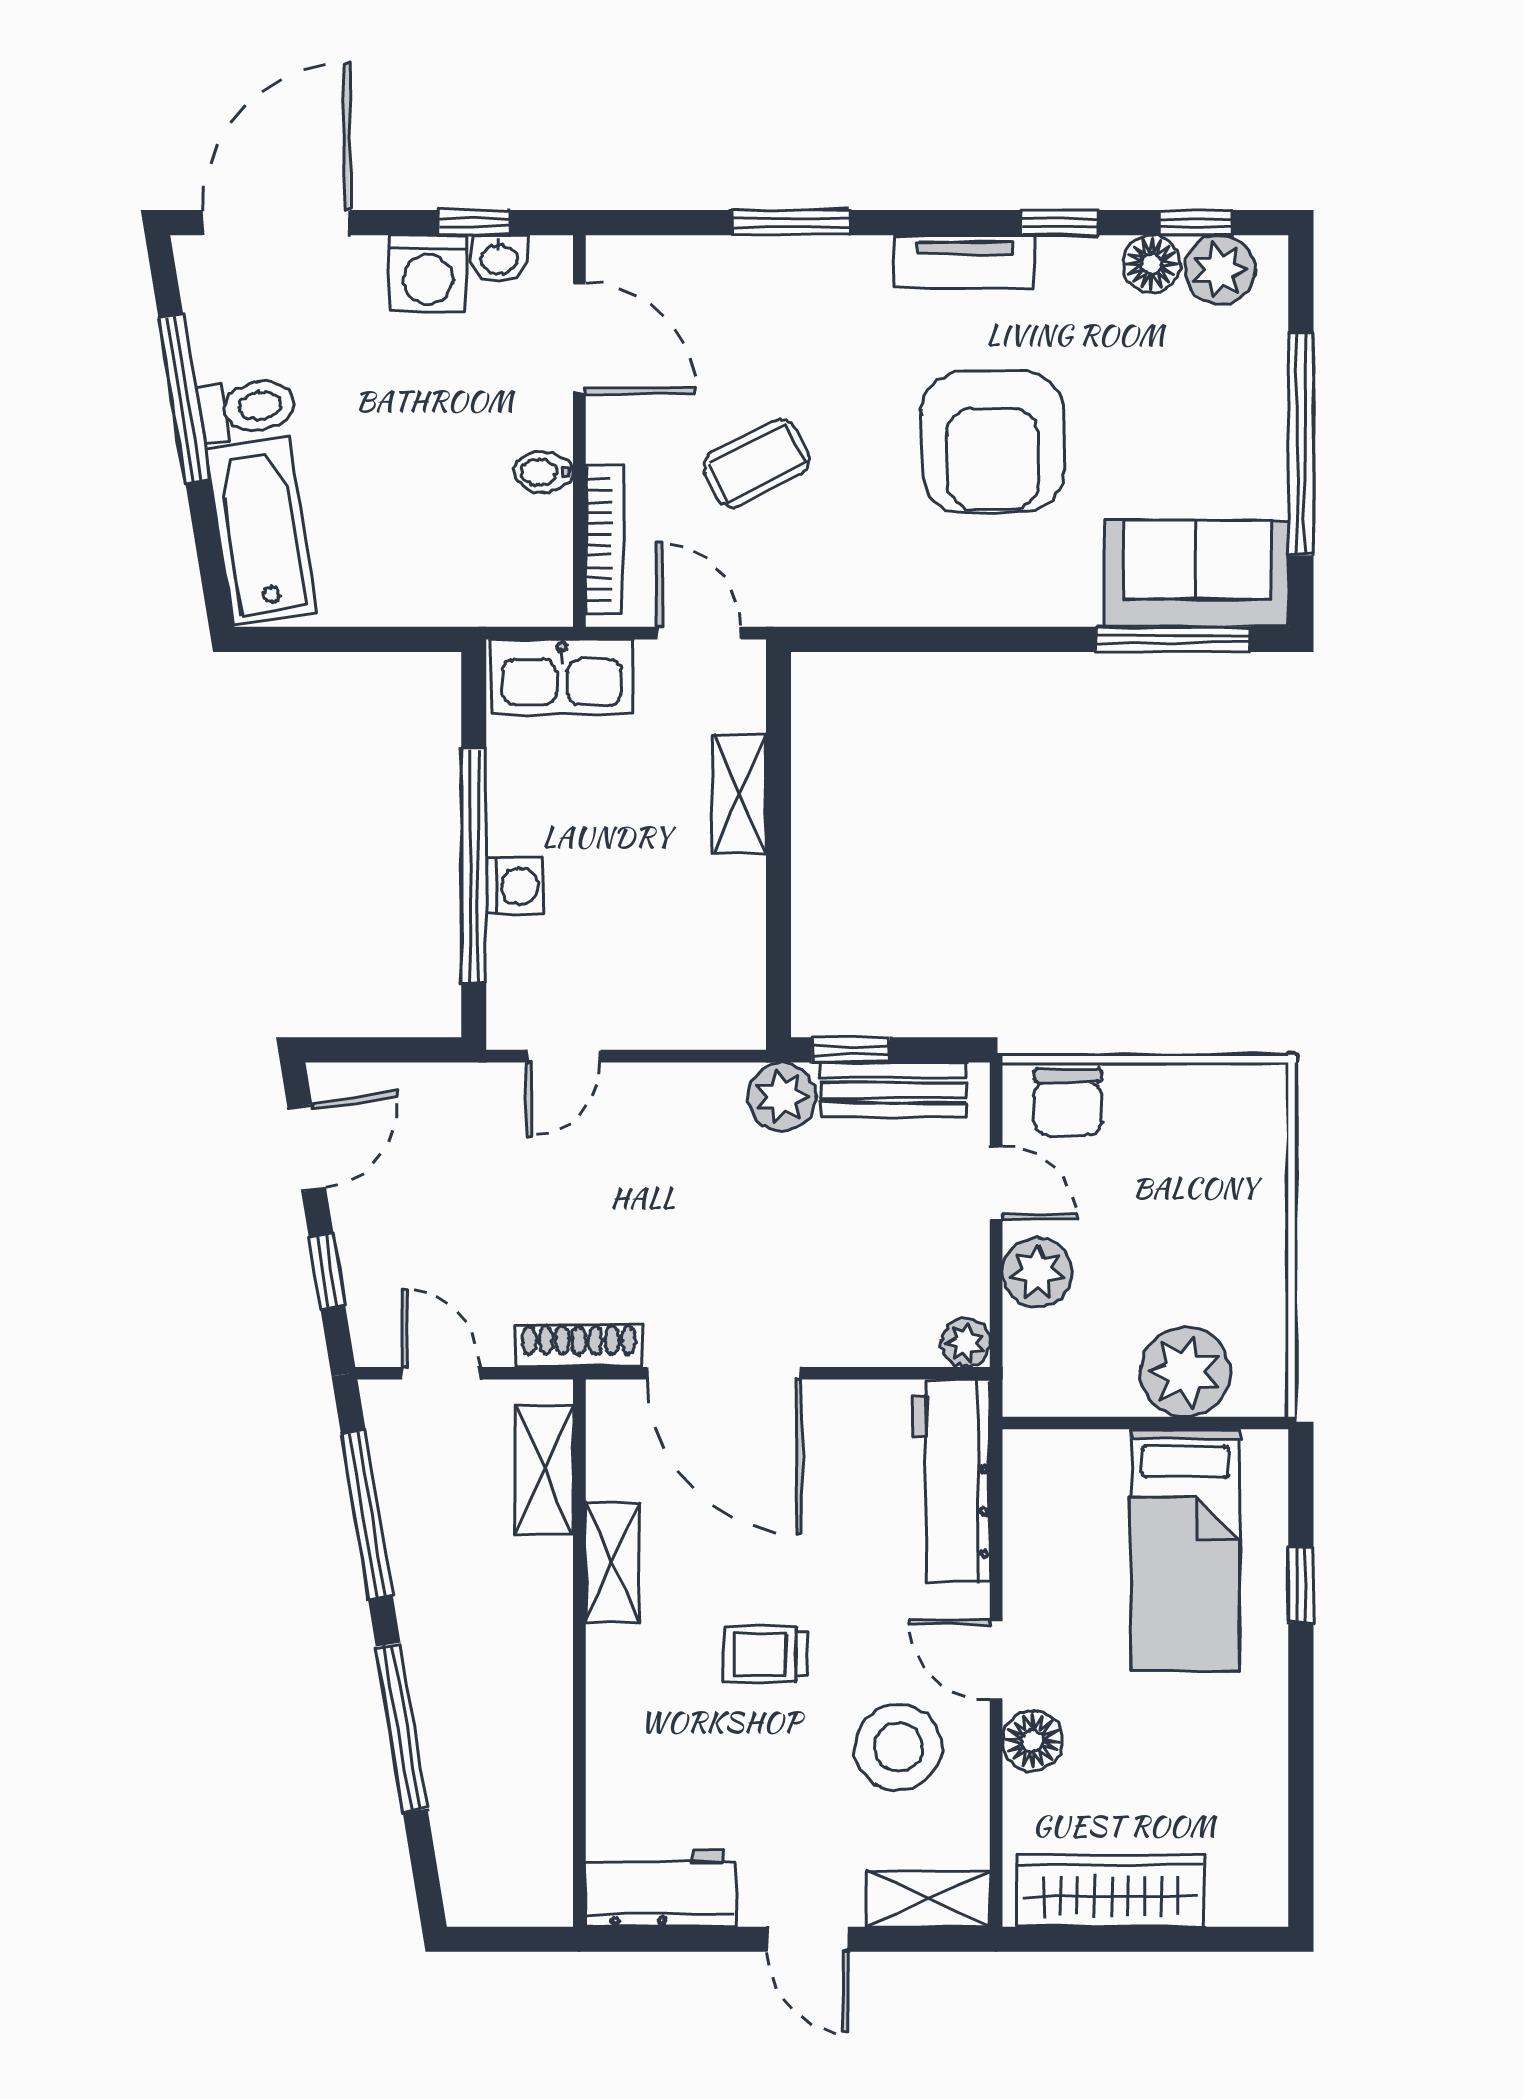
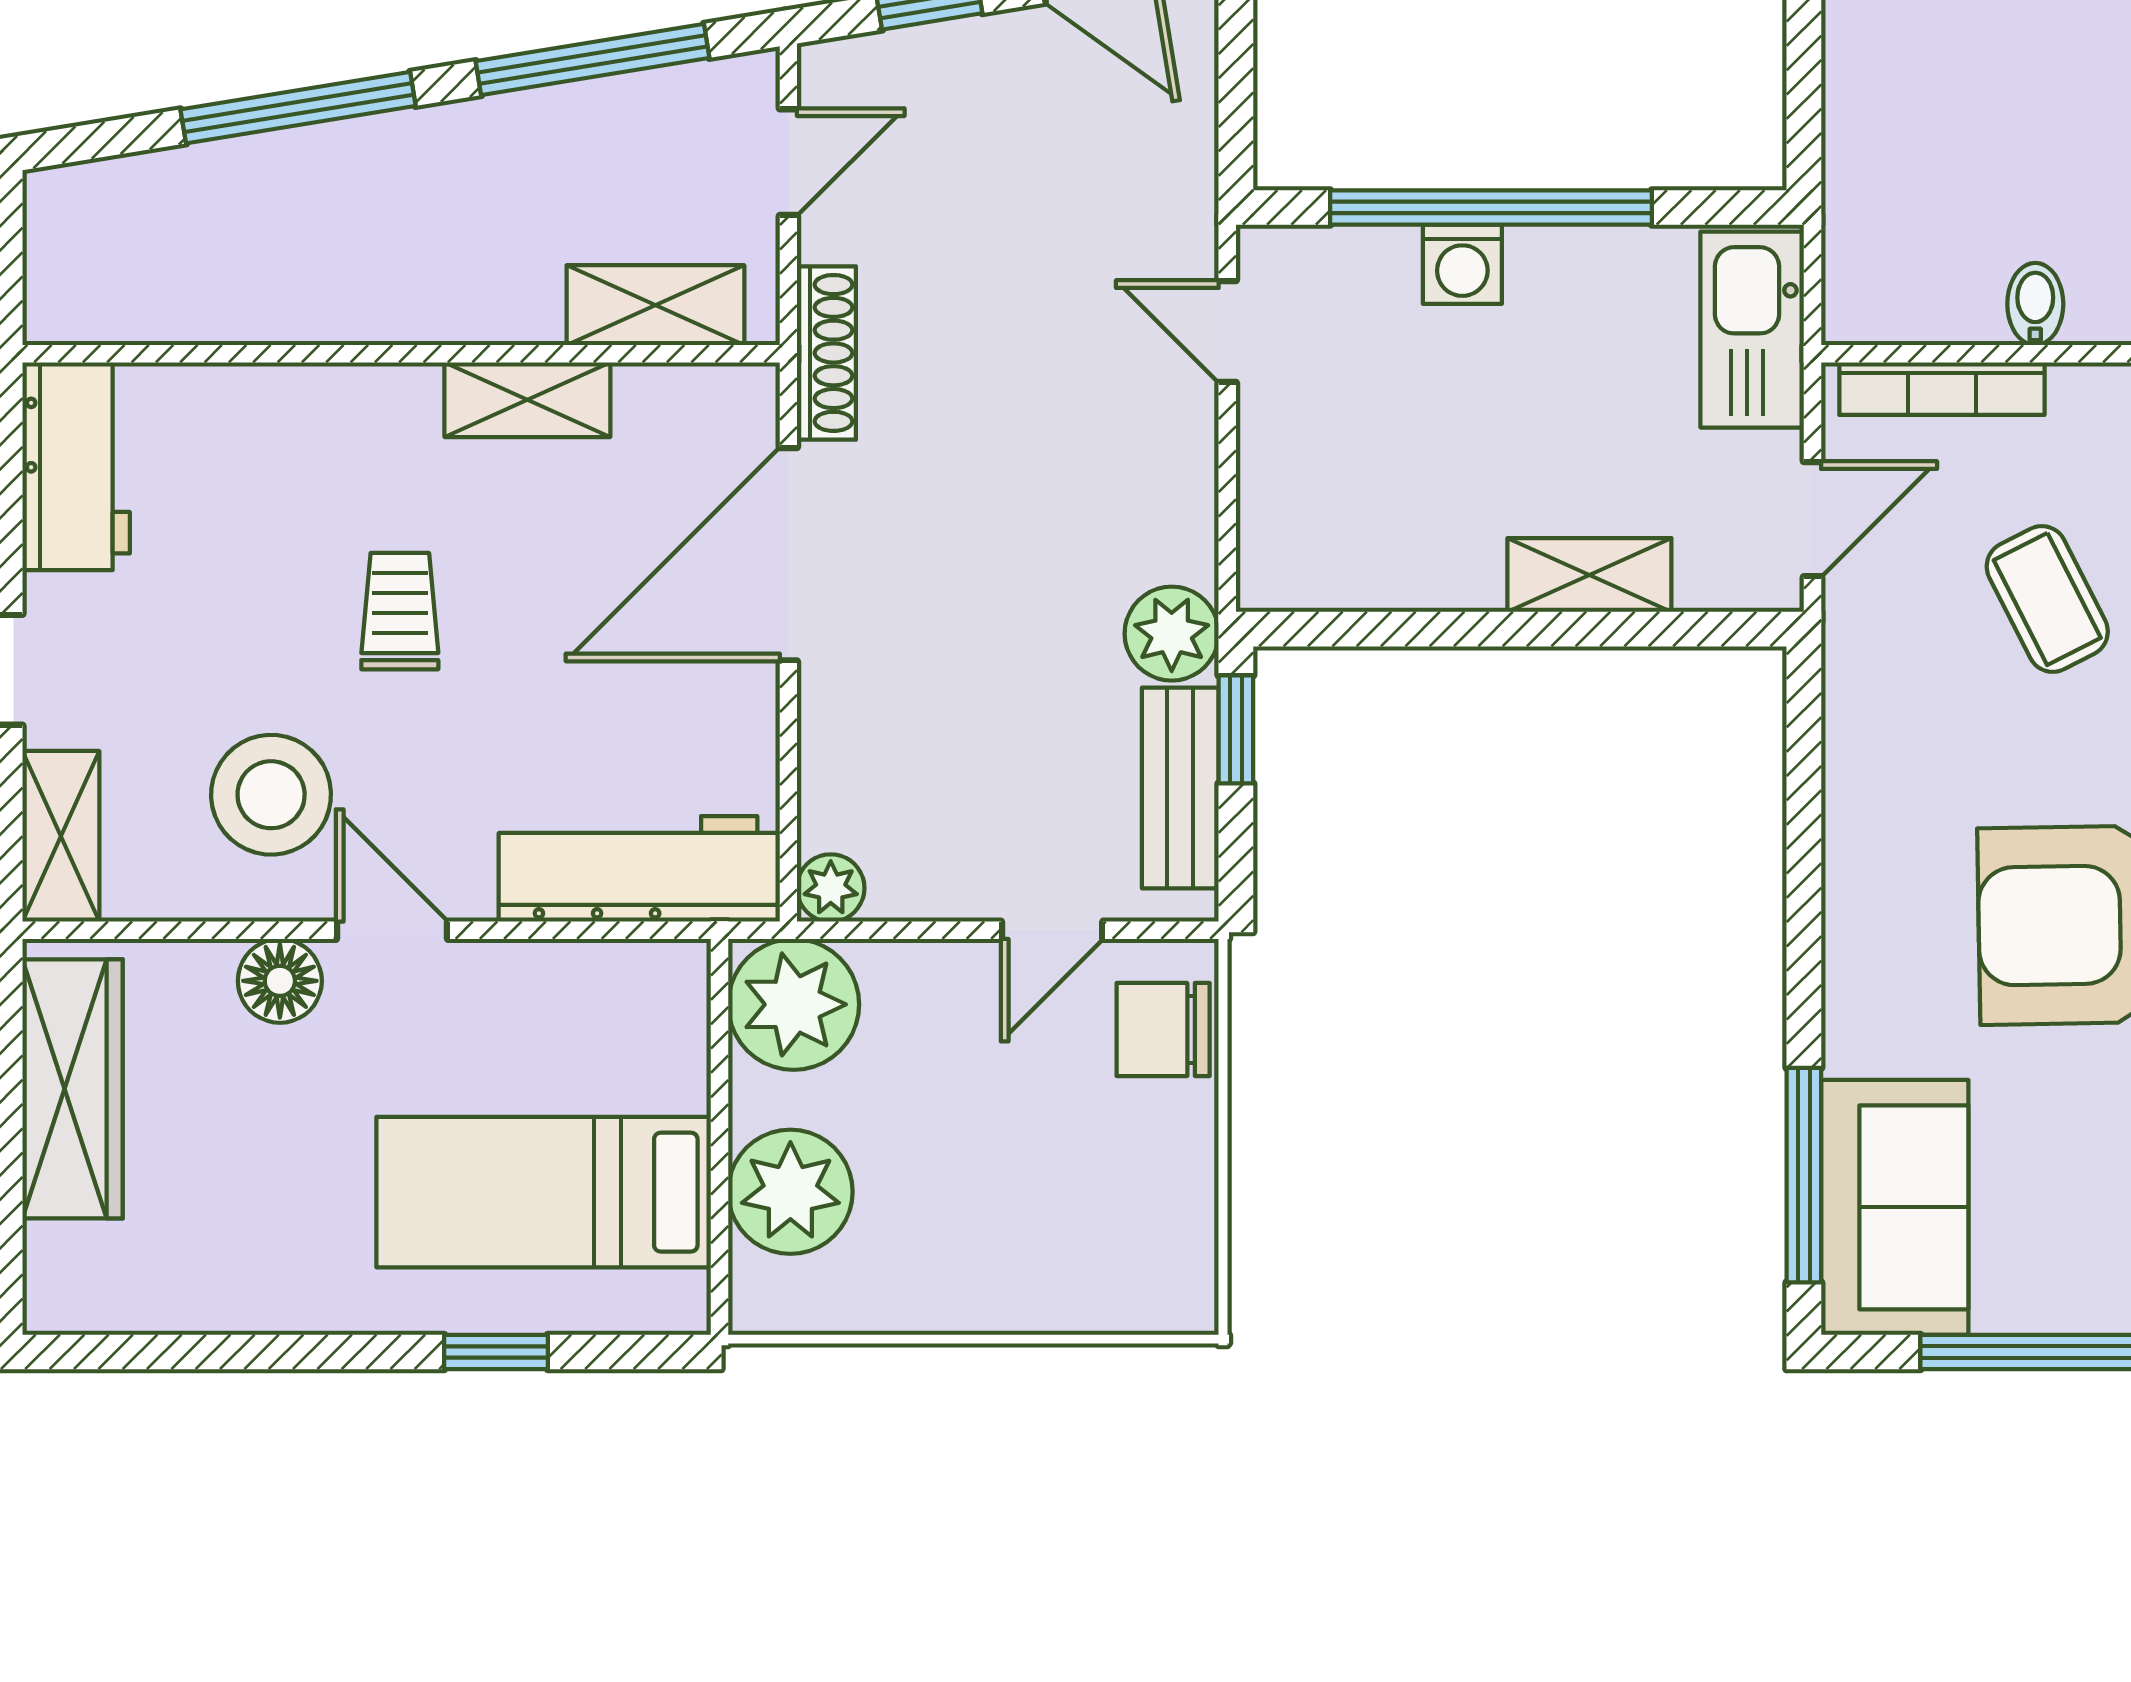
plant: (1037, 1272) -> (794, 1004), moved, width x1.36, depth x1.36
door: (996, 1660) -> (392, 930), hinge flipped

